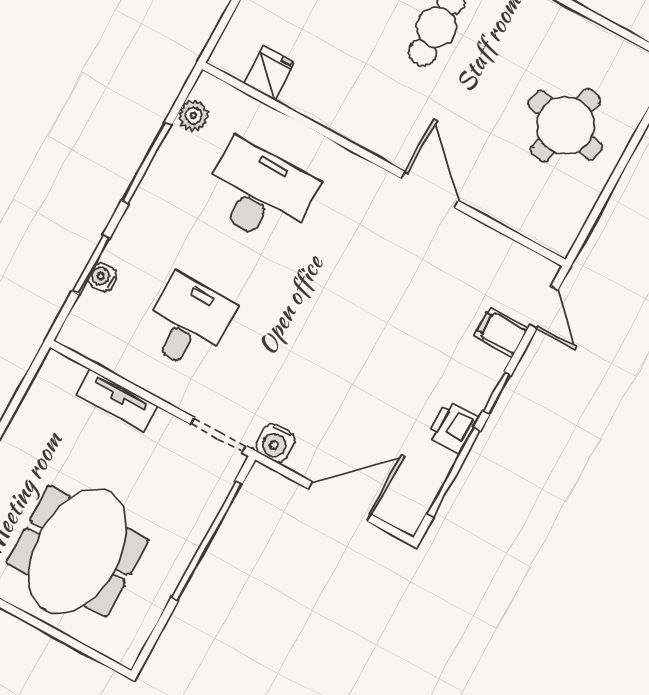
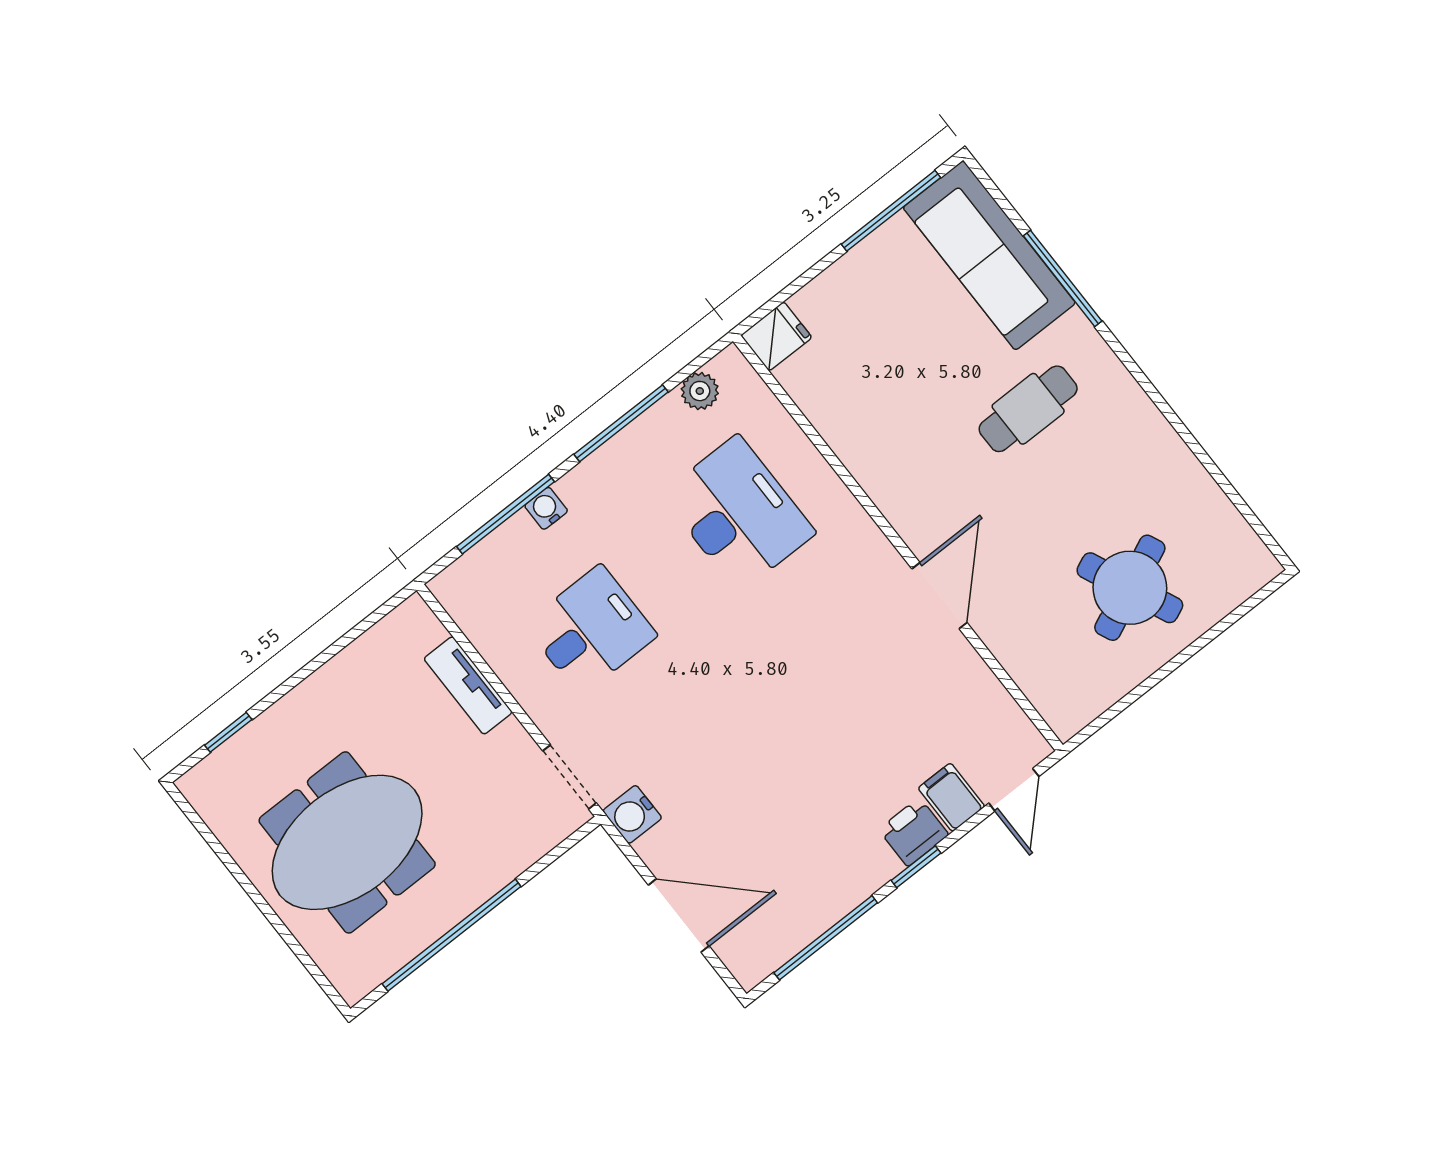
fridge: (270, 73) -> (776, 336), moved
round table: (566, 125) -> (1130, 588), turned -38
window: (91, 265) -> (506, 514), width x1.44
water cooler: (102, 277) -> (546, 508), moved
printer: (453, 427) -> (914, 832), moved
window: (207, 541) -> (452, 935), moved

